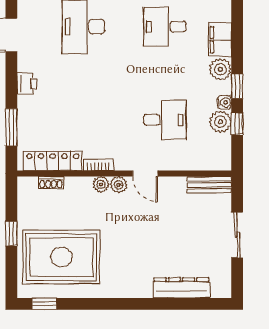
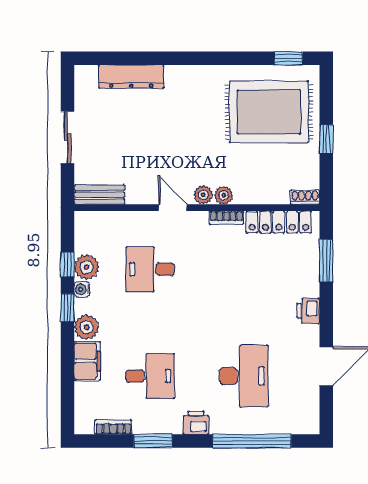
shoe rack: (51, 183) -> (305, 197), moved

